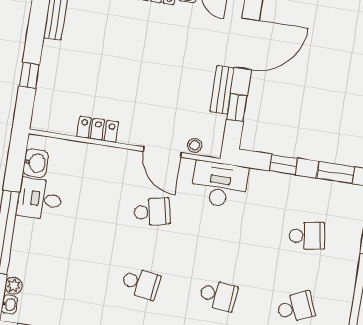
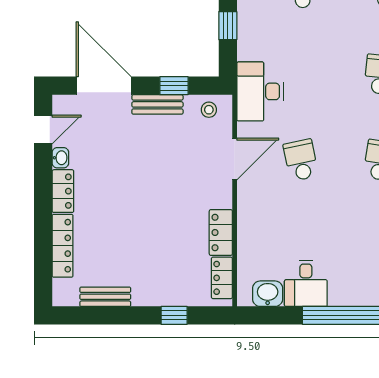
locker: (56, 124) -> (222, 278), added
stool: (195, 145) -> (209, 110), moved

